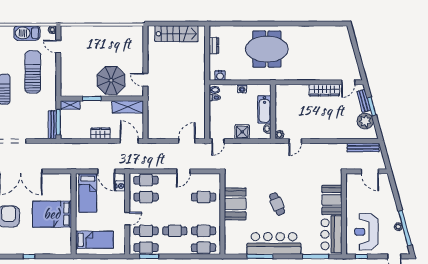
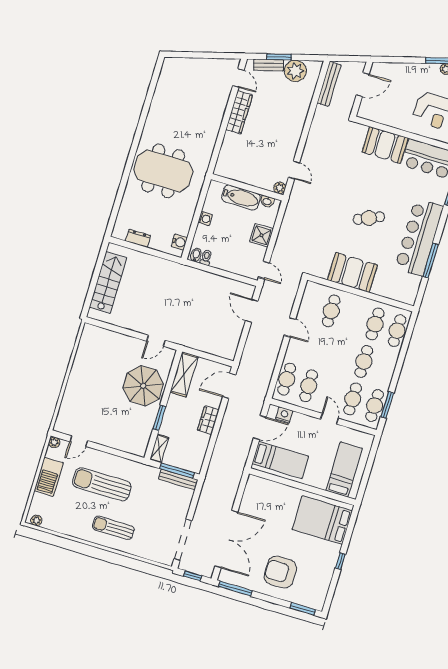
meeting table: (267, 49) -> (163, 171), turned 90
bed: (52, 214) -> (322, 520), moved, turned 90

